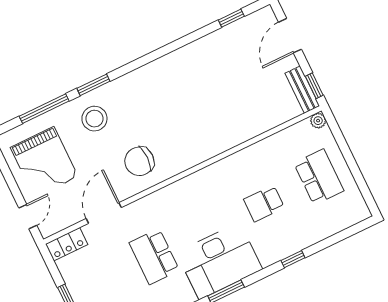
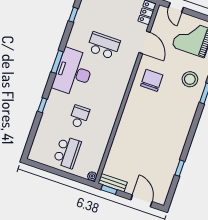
window: (231, 18) -> (180, 168), moved
school desk: (319, 177) -> (67, 152), turned -90

